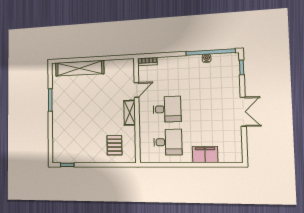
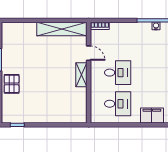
shelving: (80, 68) -> (62, 29), moved
door: (137, 90) -> (89, 53), hinge flipped
pallet: (114, 145) -> (12, 84), moved

